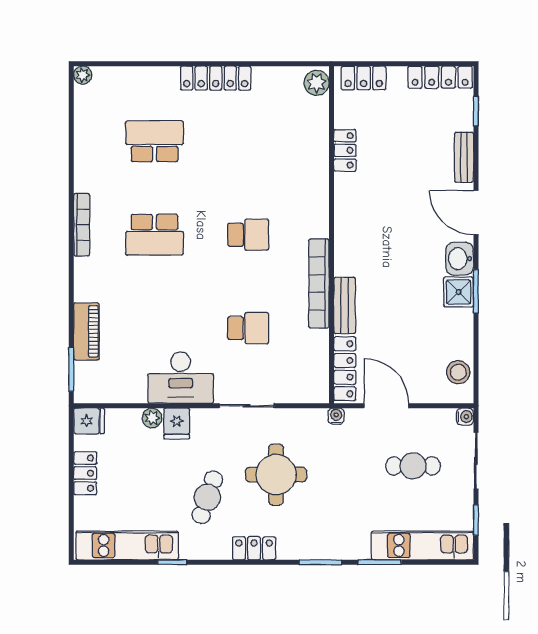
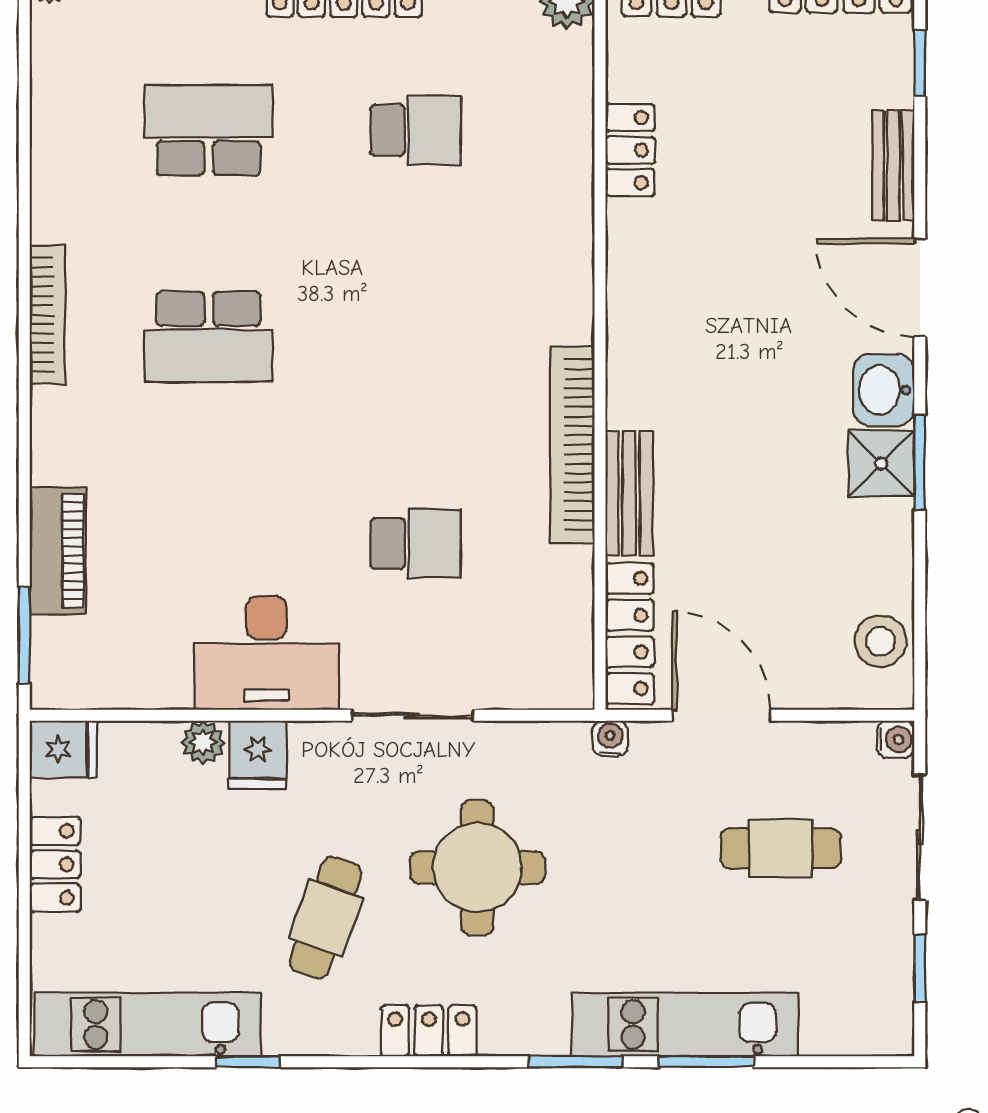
school desk: (248, 235) -> (416, 130), moved
kitchen unit: (422, 545) -> (685, 1024), moved

